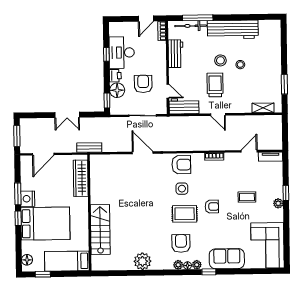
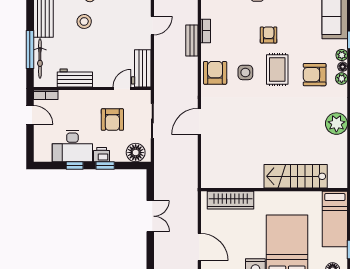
armchair: (143, 84) -> (112, 120), turned -90
trolley: (215, 85) -> (115, 29), removed
floor lamp: (117, 90) -> (136, 153), moved
window: (107, 101) -> (105, 166), moved
bench: (89, 148) -> (192, 41), moved

